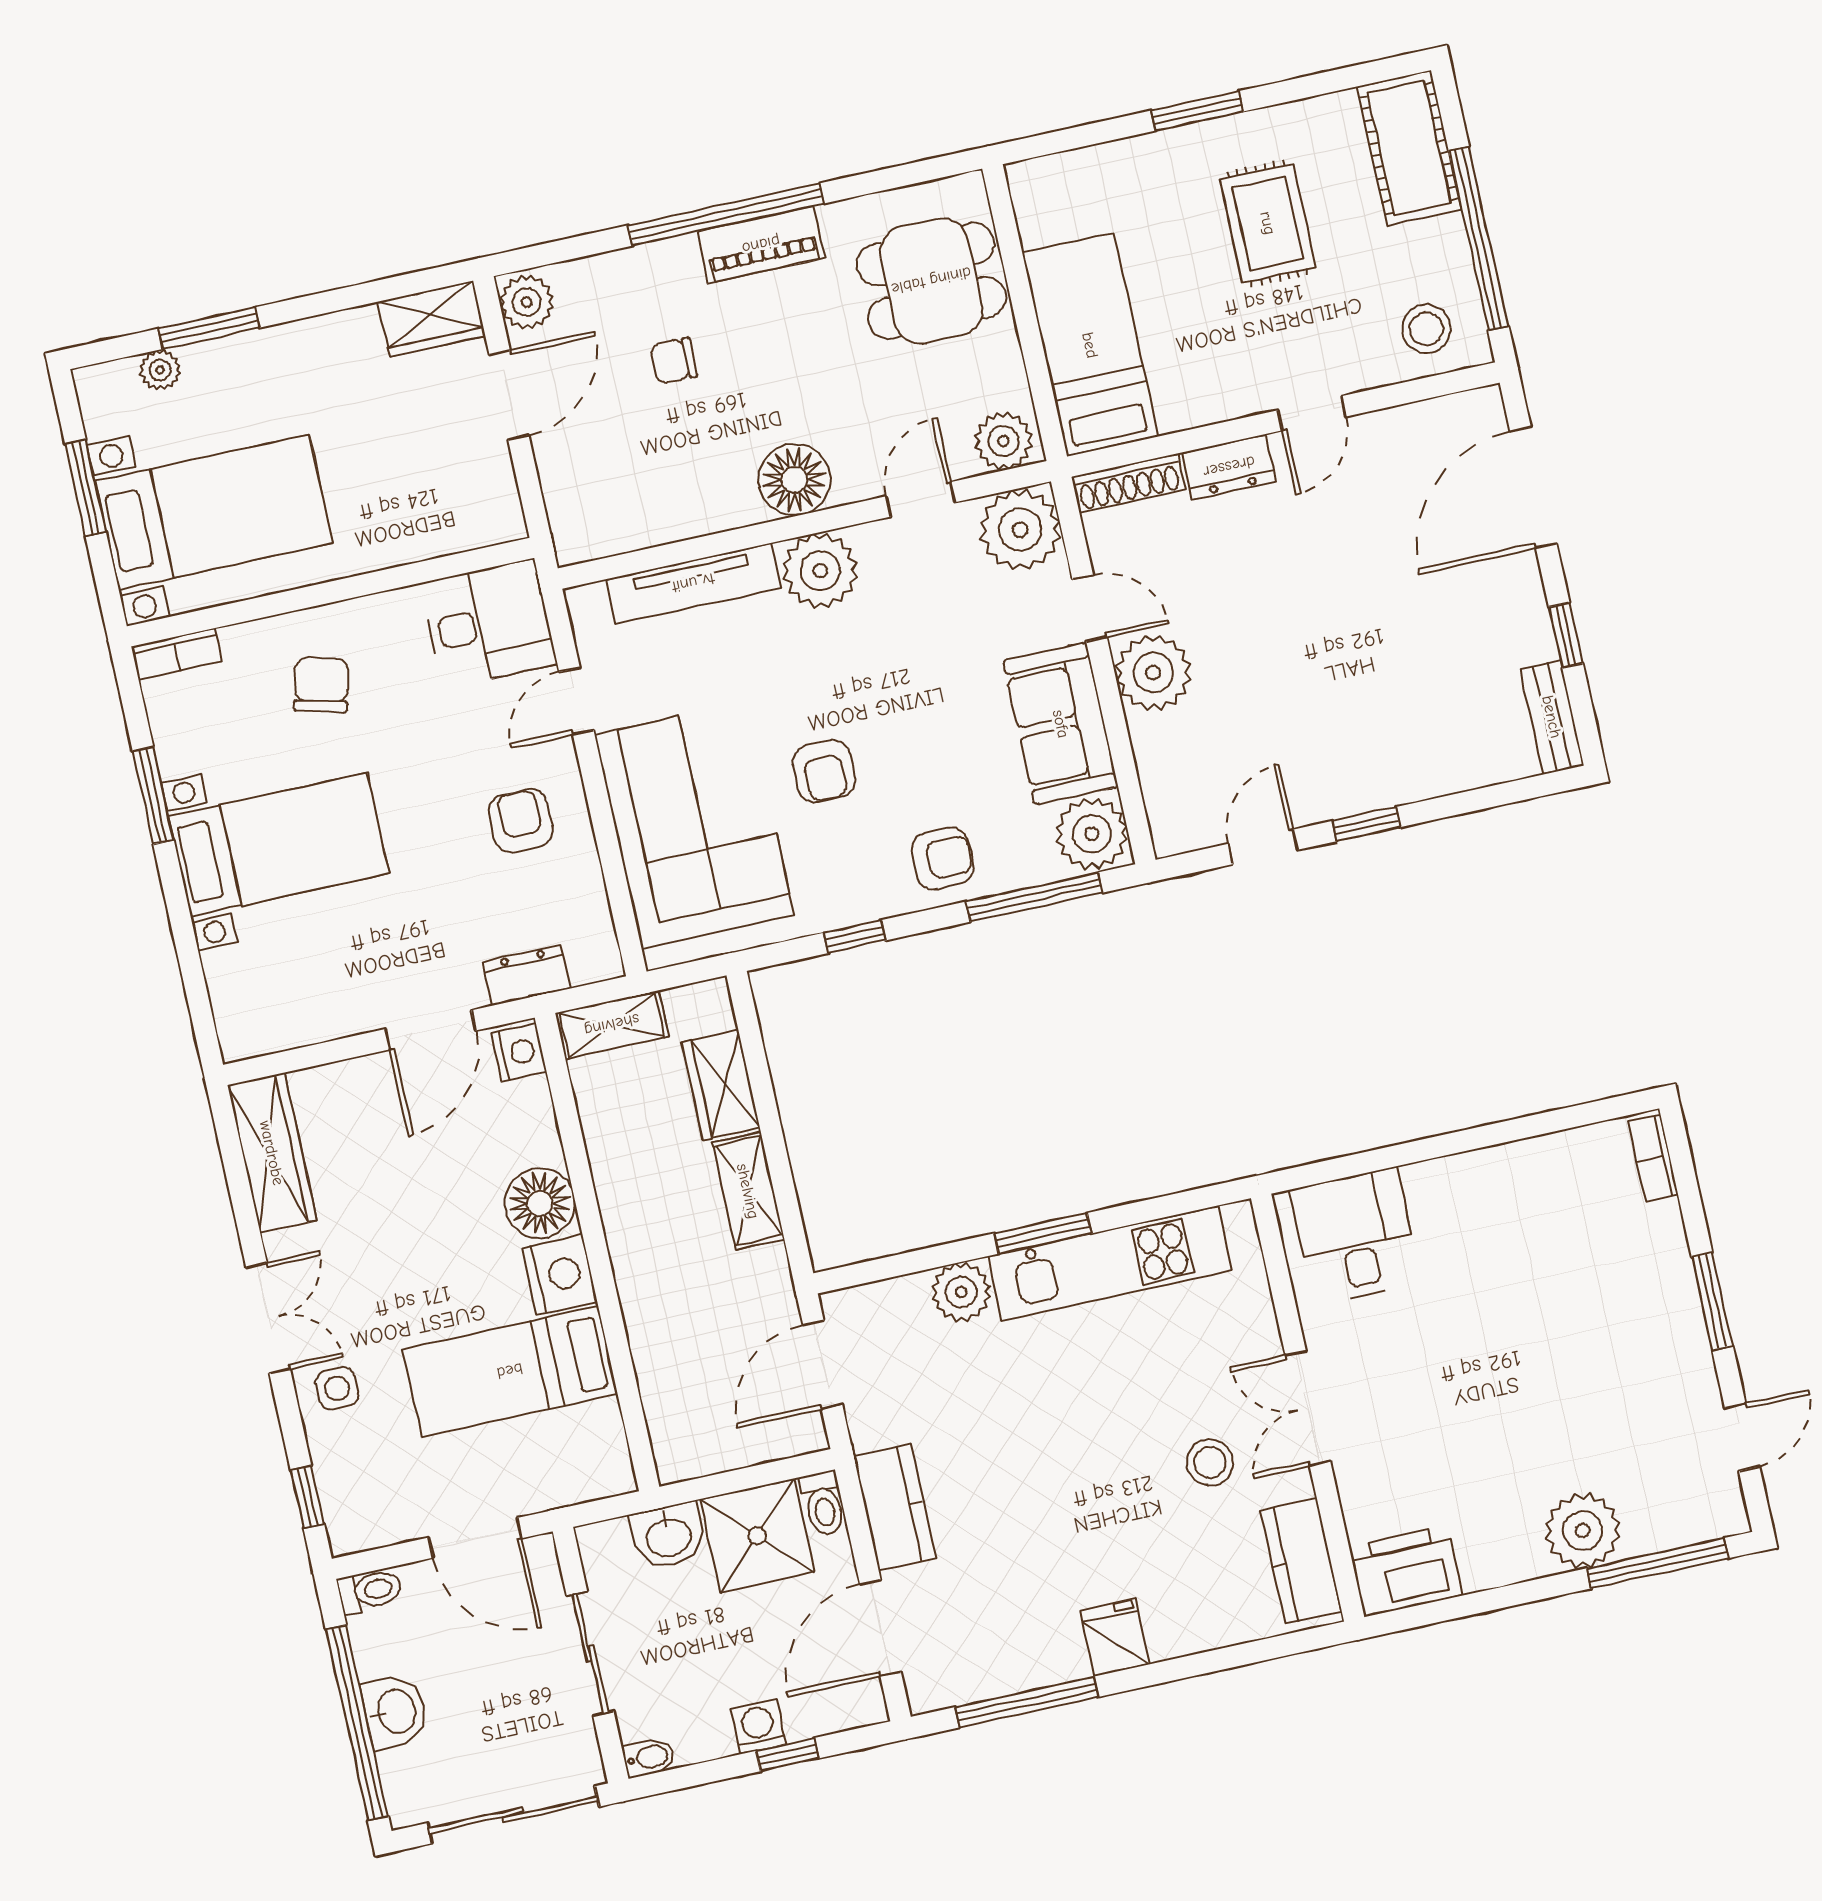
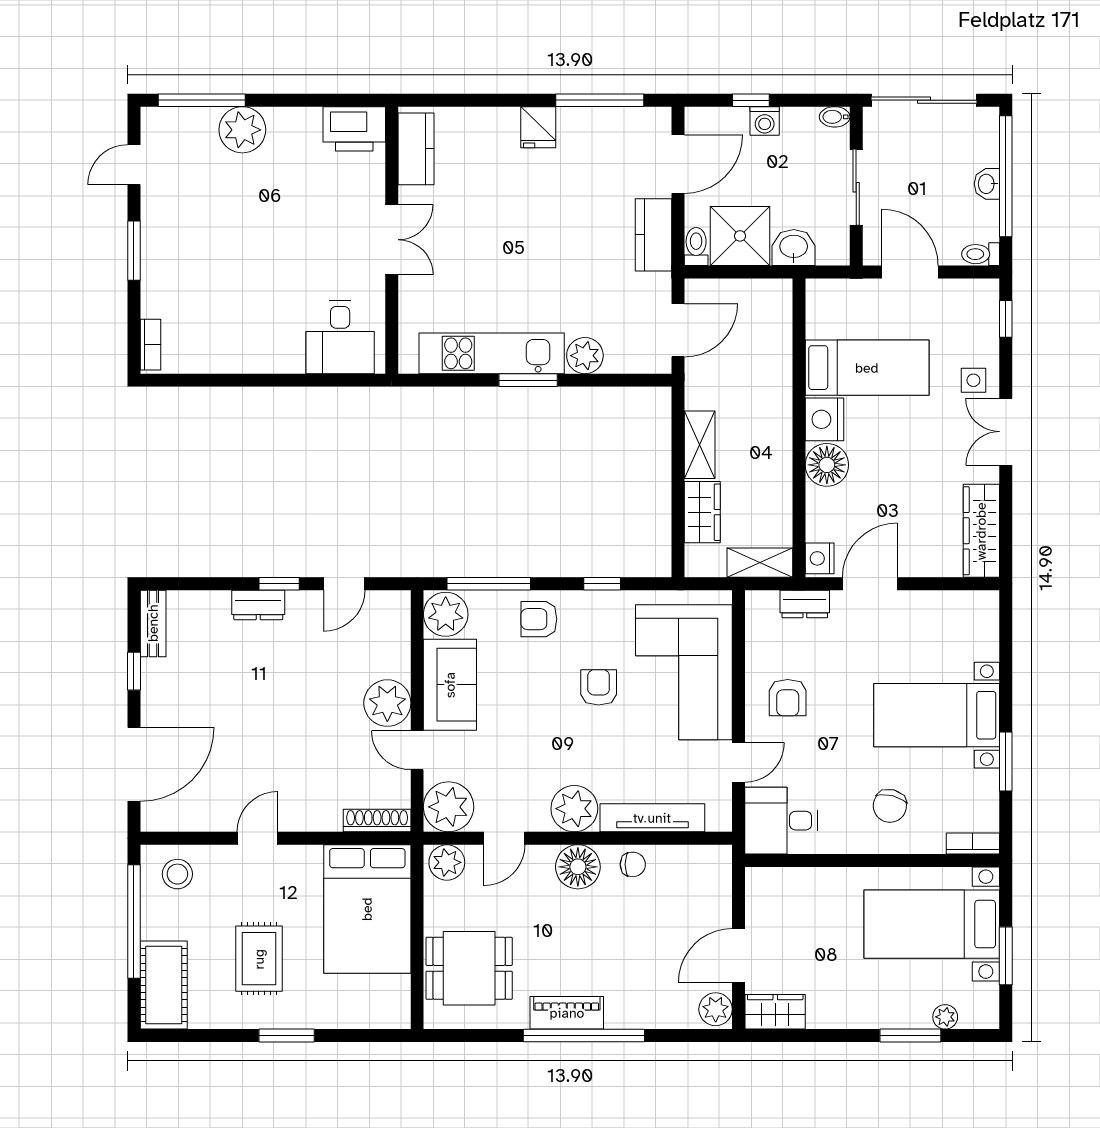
bed: (1090, 345) -> (367, 909), width x1.50
chair: (674, 361) -> (633, 864), moved
dresser: (1229, 467) -> (258, 605), moved, turned 180
stool: (1210, 1462) -> (458, 220), removed
washbasin: (395, 1712) -> (987, 184), width x0.72, depth x0.69

